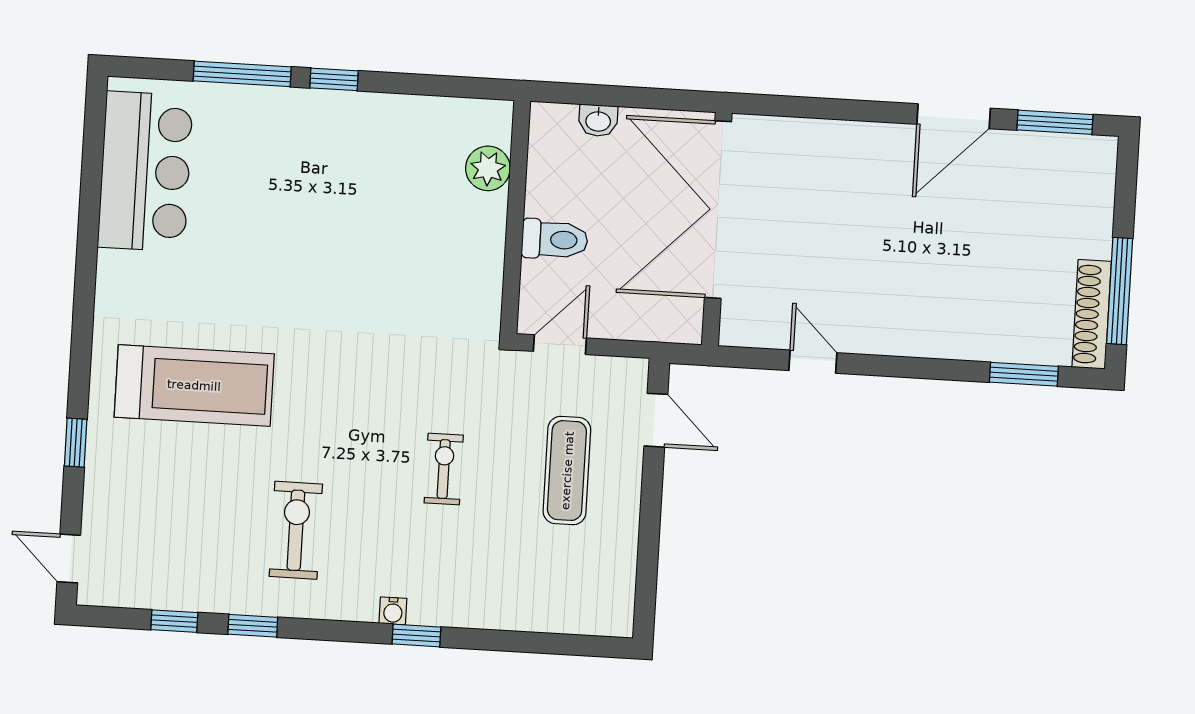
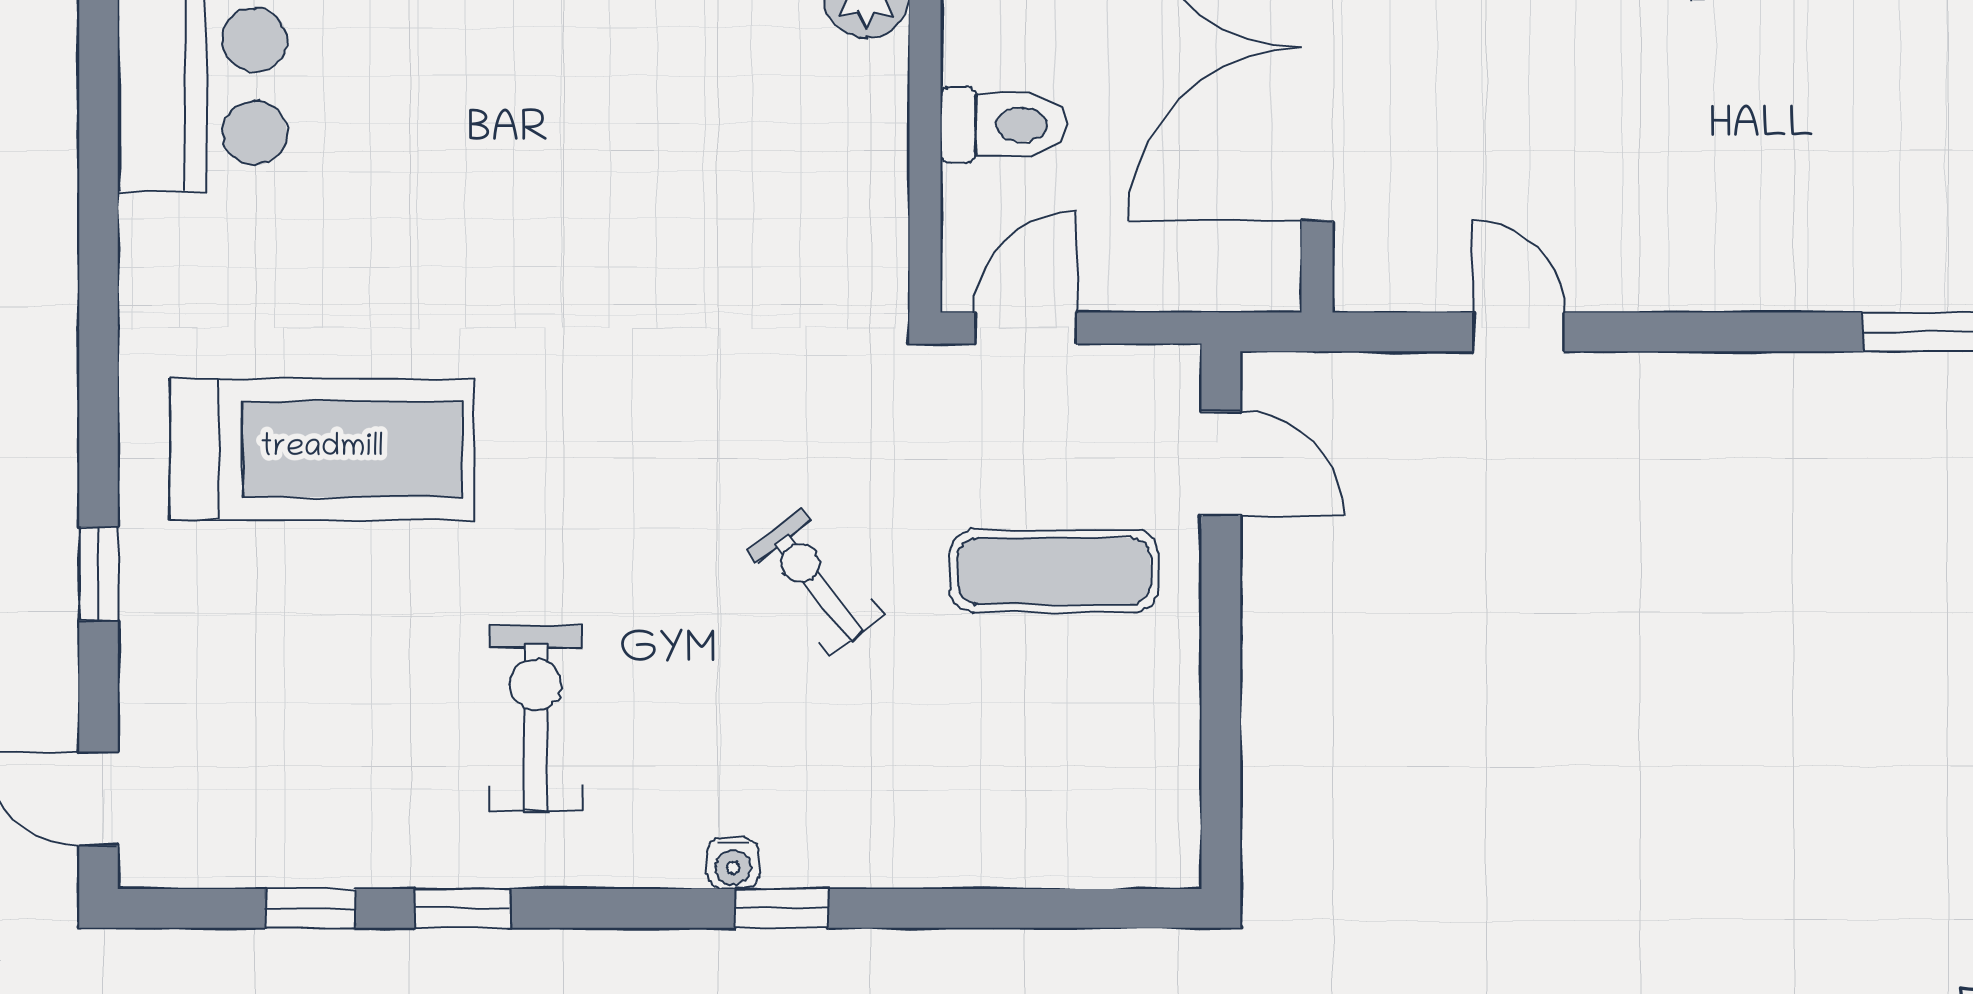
exercise bike: (444, 469) -> (815, 583), turned -38
exercise mat: (567, 471) -> (1054, 571), turned 90

